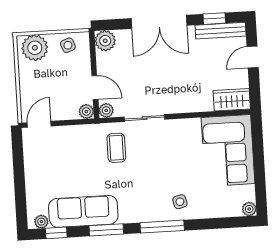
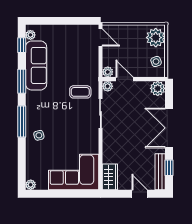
door: (95, 88) -> (124, 79), swing flipped

